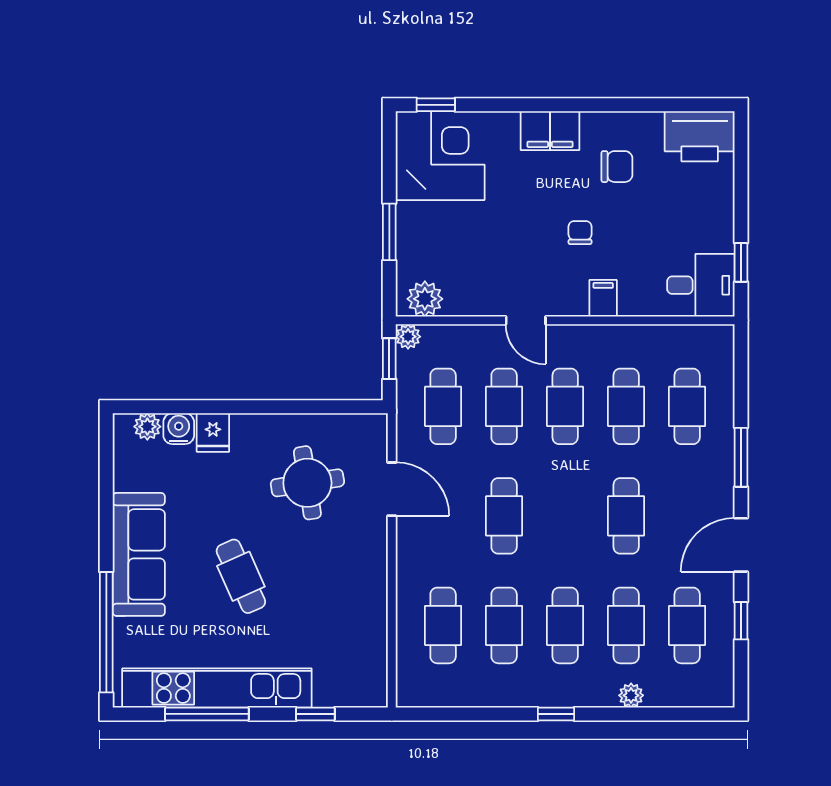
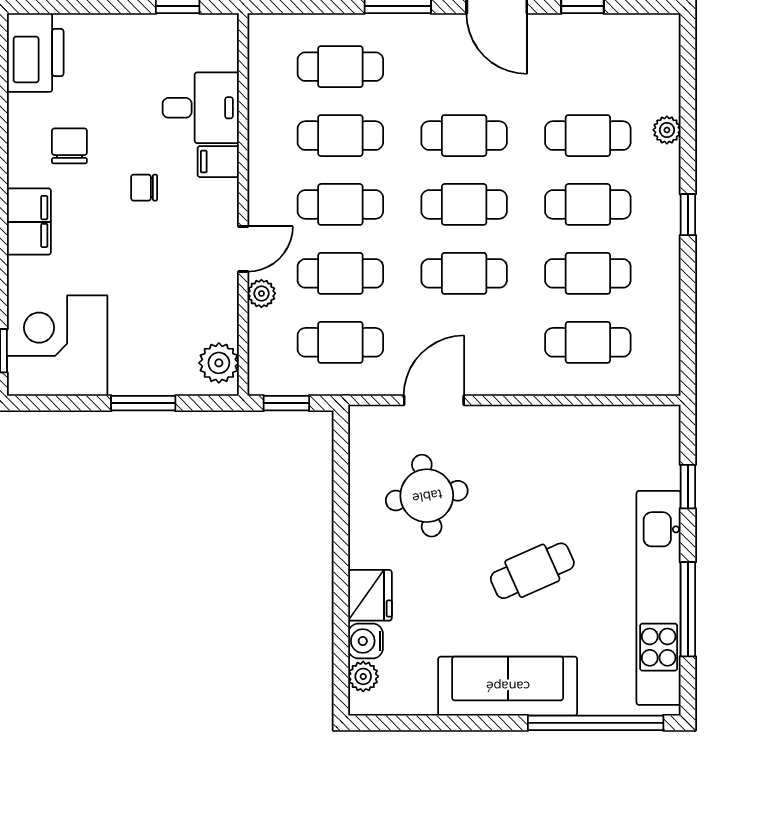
desk: (701, 285) -> (201, 108), moved, turned 90
plant: (408, 337) -> (261, 293), moved
fridge: (213, 433) -> (370, 595), width x1.38
cafe table: (687, 625) -> (464, 204), moved

